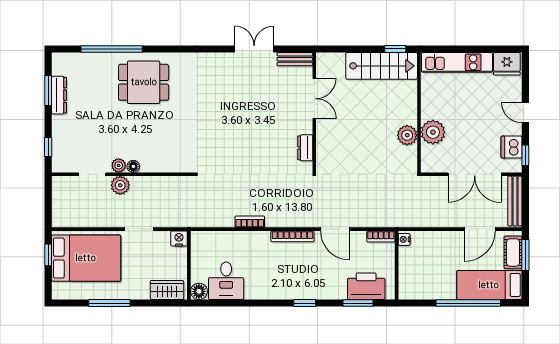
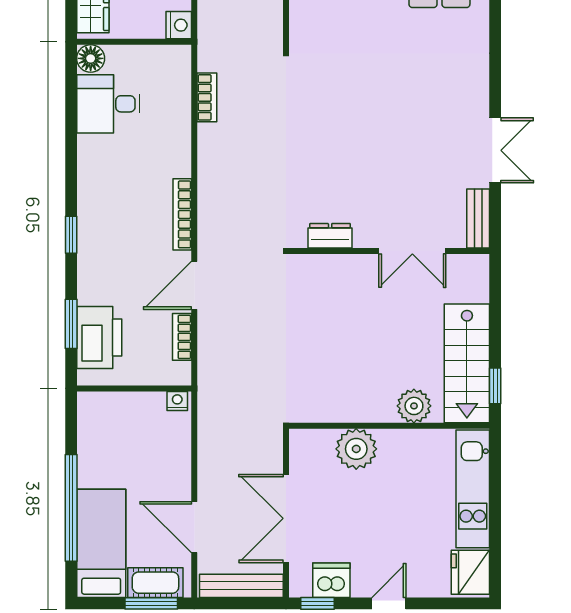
plant: (407, 135) -> (414, 406), moved
bookcase: (250, 222) -> (207, 97), moved
bookcase: (381, 237) -> (182, 337), moved

